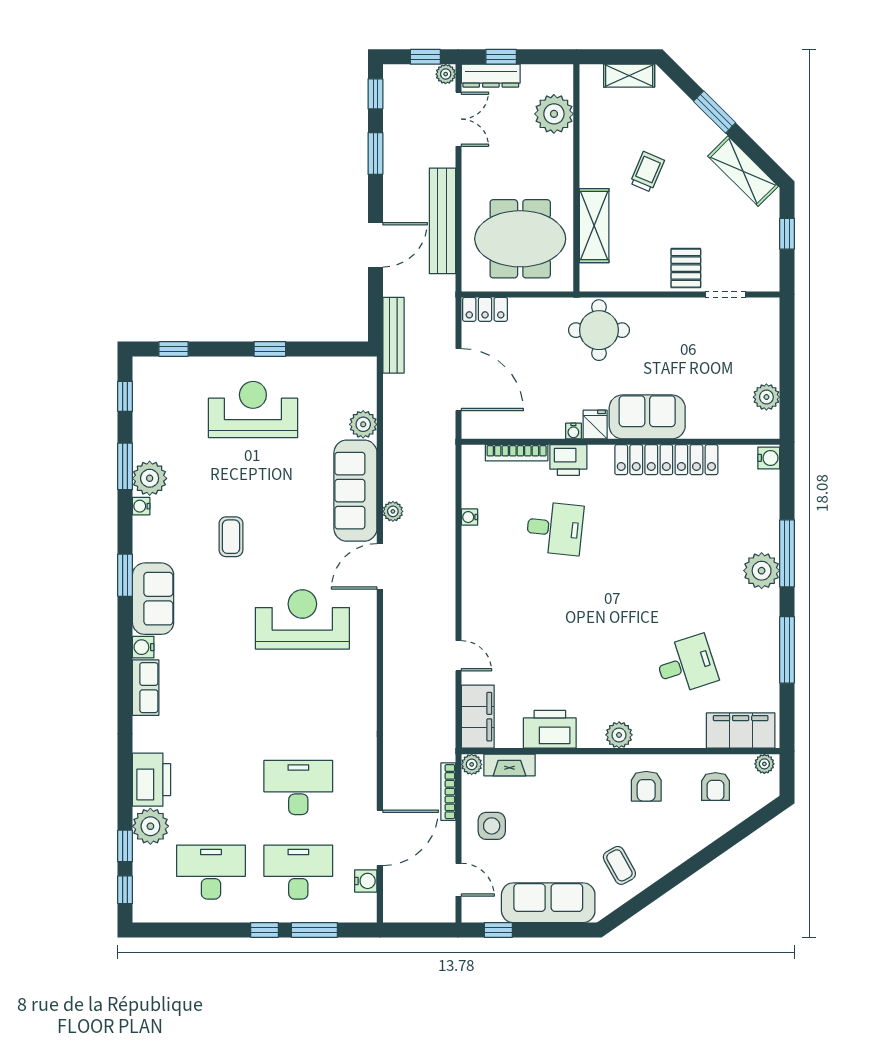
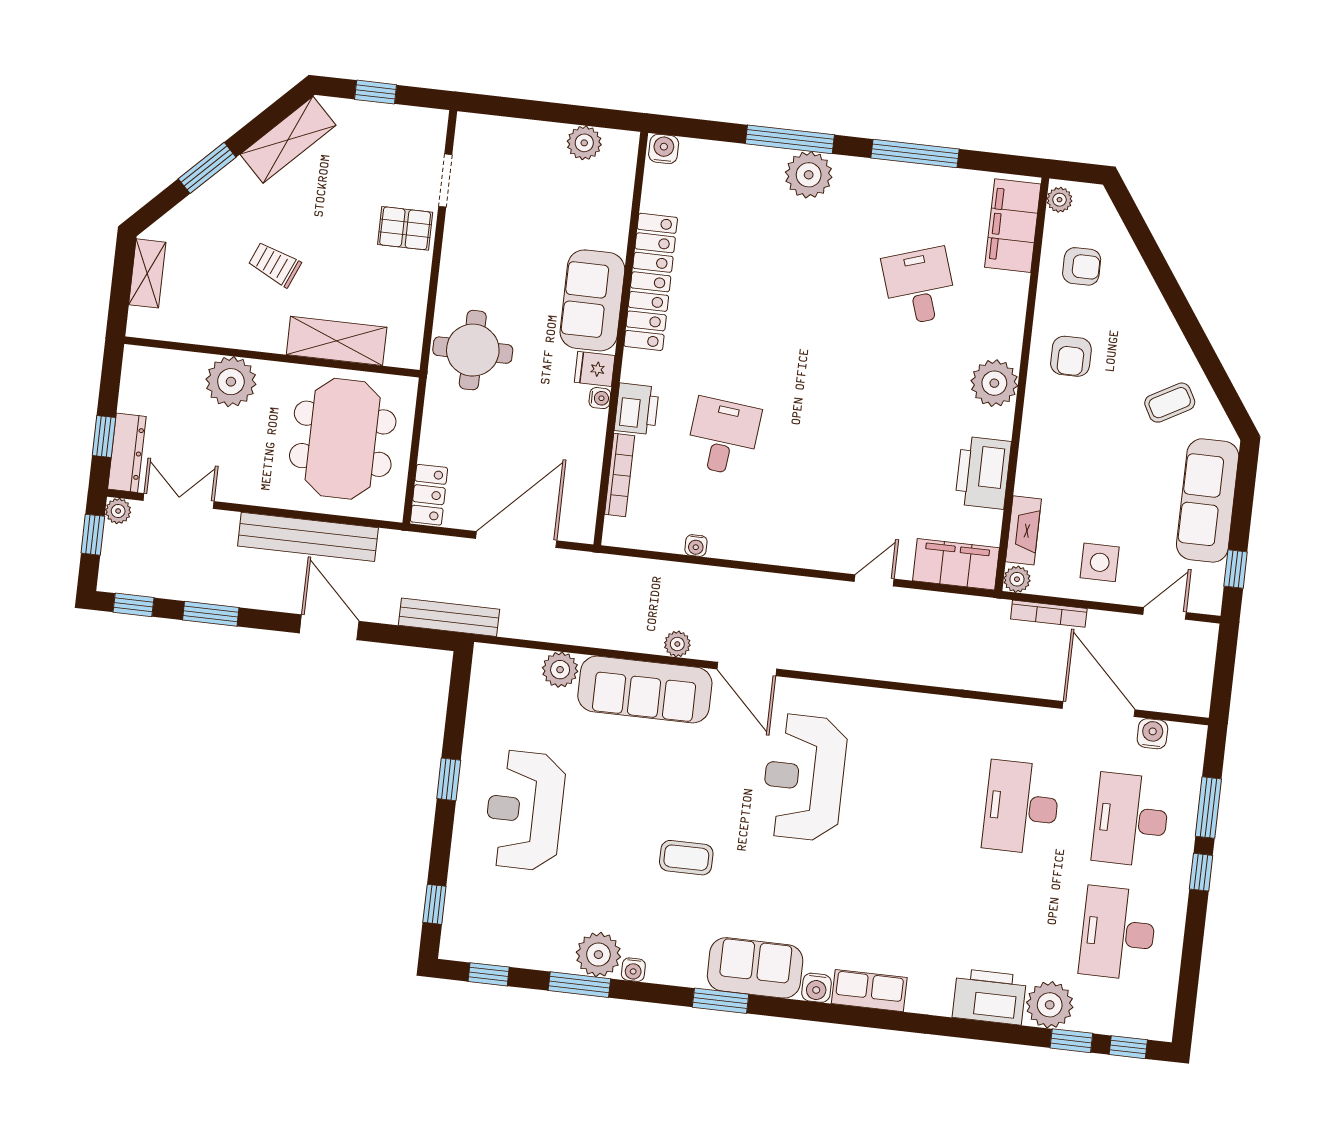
plant: (554, 114) -> (231, 382), moved
plant: (619, 735) -> (994, 383), width x1.36, depth x1.36
armchair: (646, 786) -> (1071, 356), turned 90

